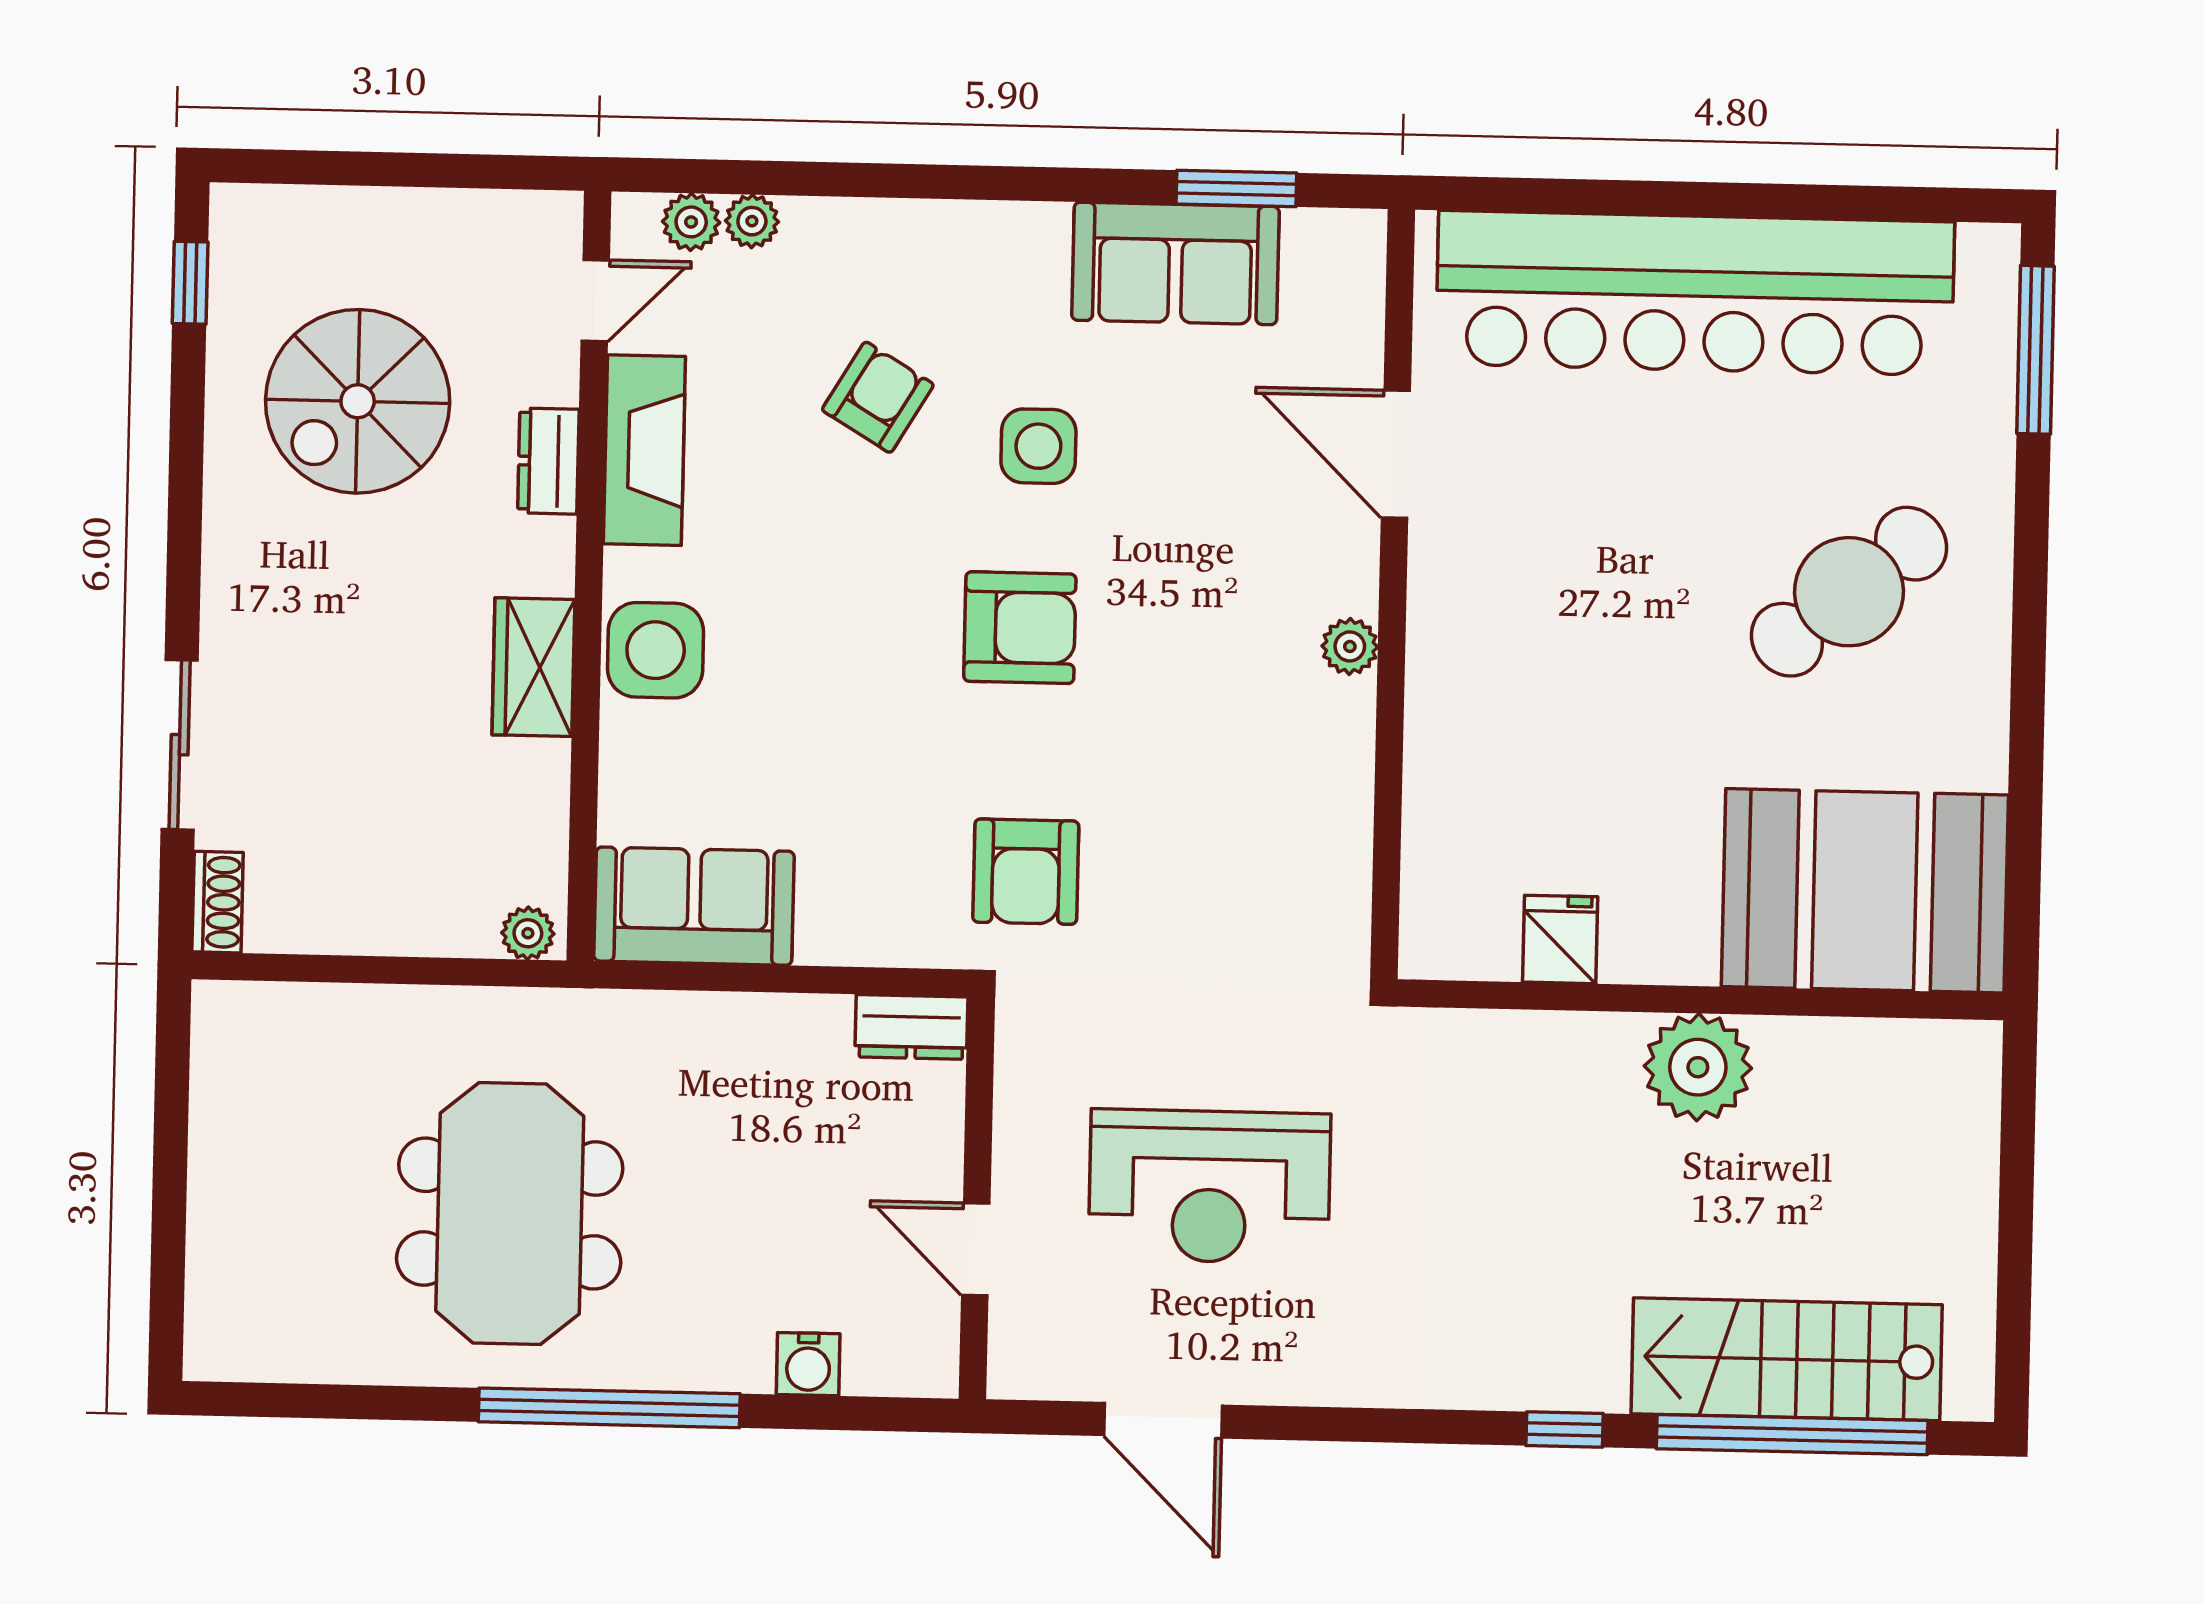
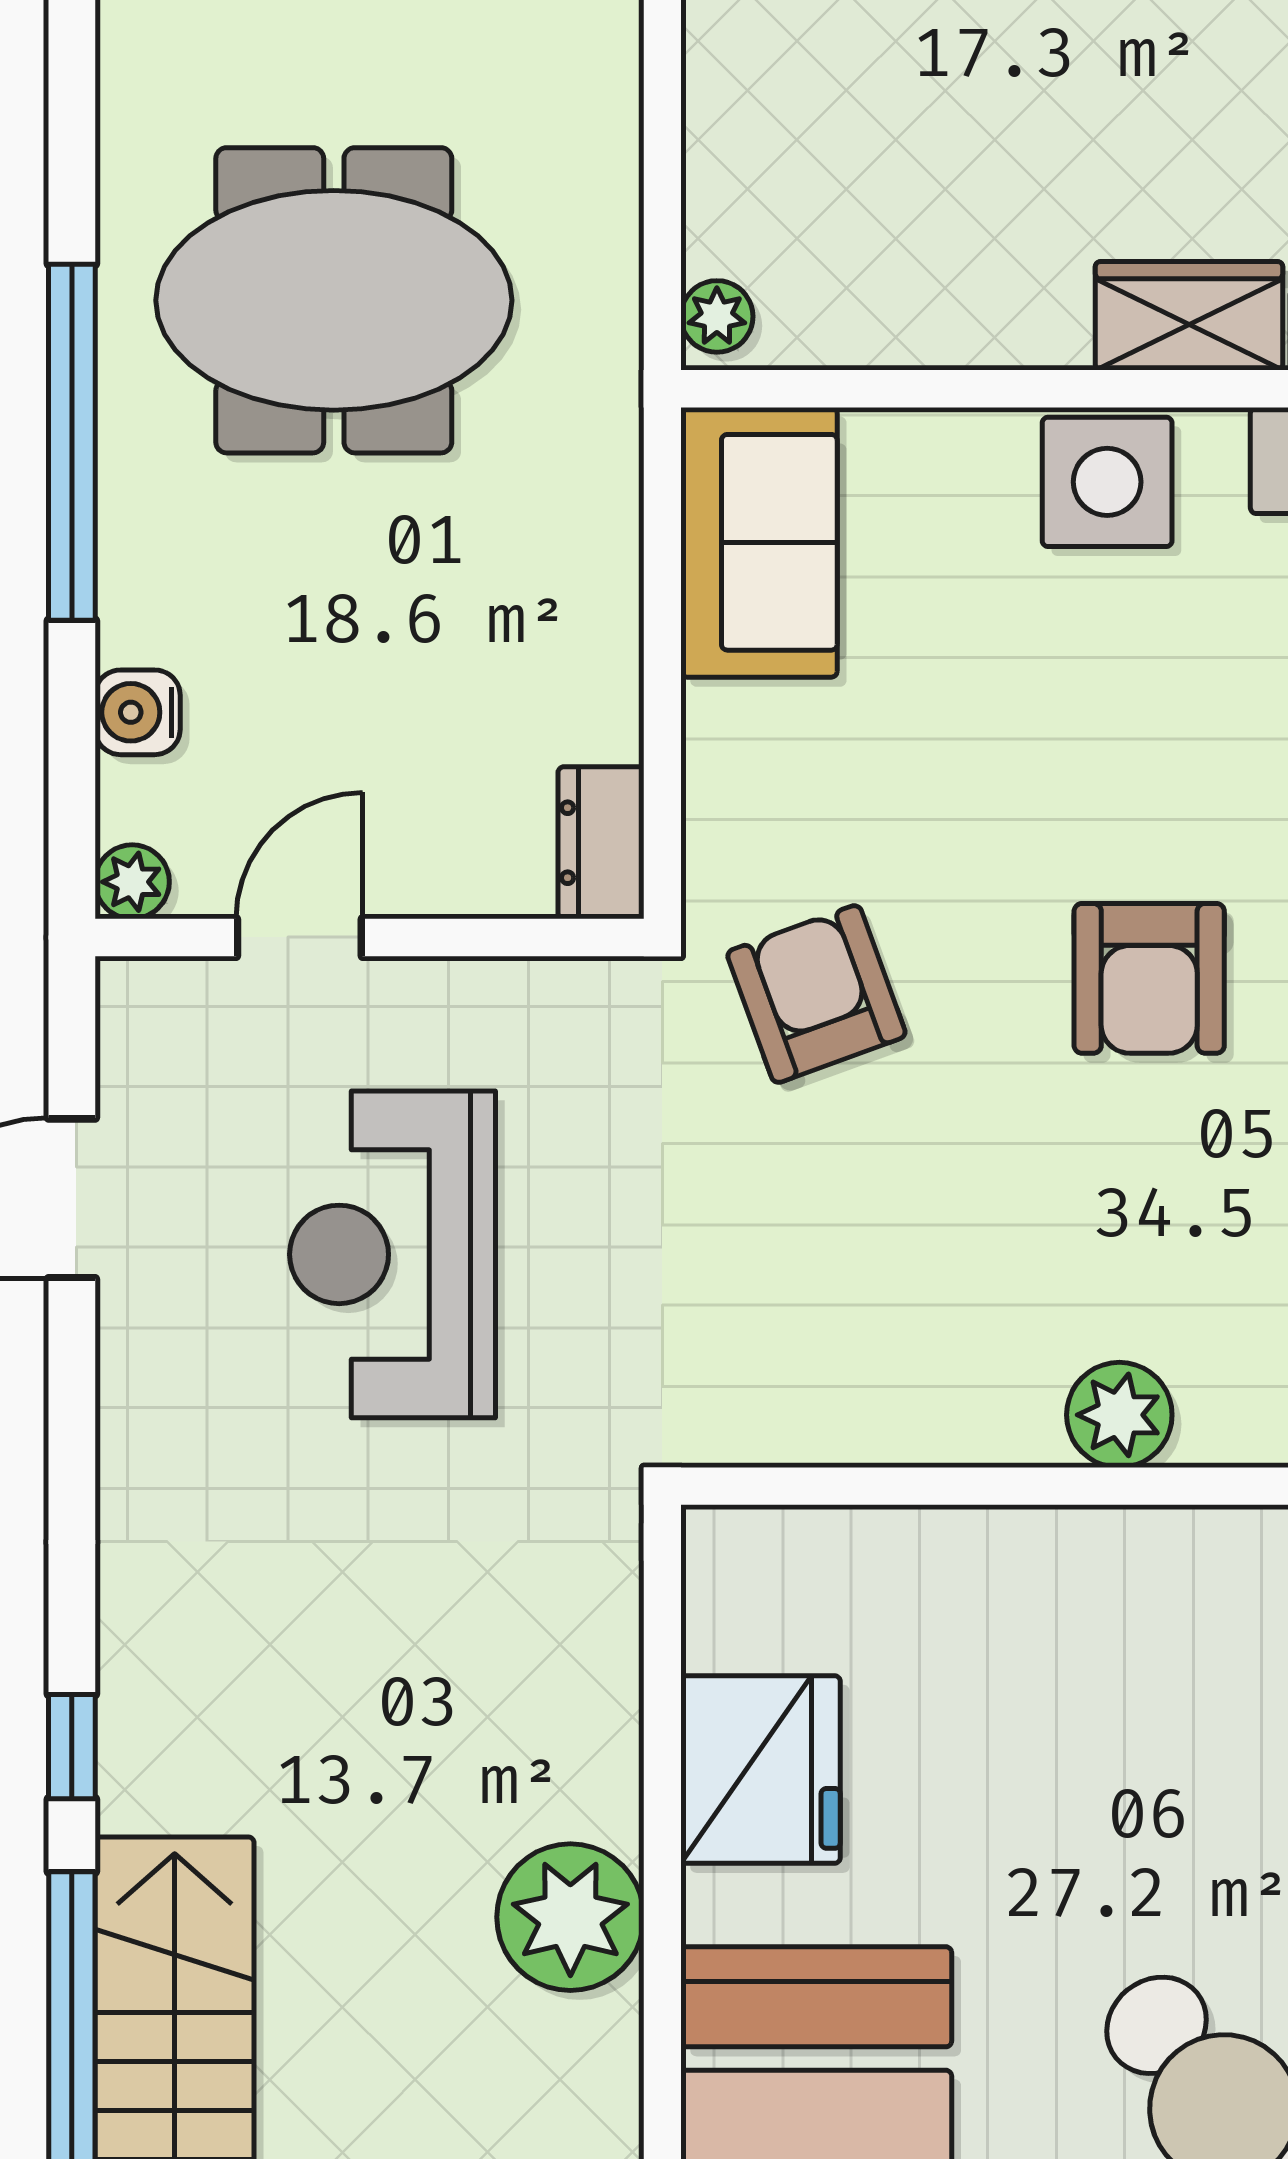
plant: (1350, 646) -> (1119, 1415), width x1.38, depth x1.38
wardrobe: (533, 667) -> (1189, 316), moved
armchair: (1026, 872) -> (816, 994), turned 70
fridge: (1560, 939) -> (761, 1769), width x1.88, depth x1.34
plant: (932, 1371) -> (132, 882), added

